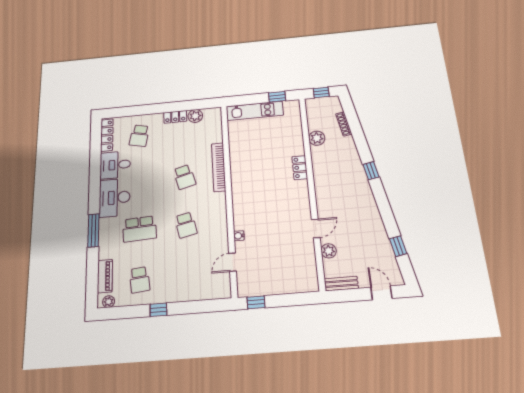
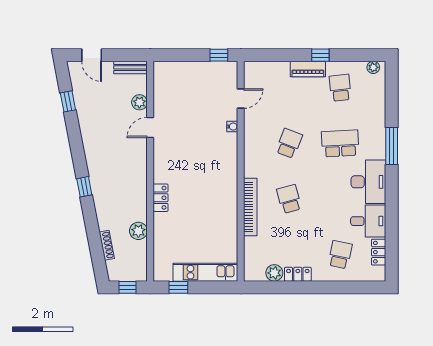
locker: (107, 135) -> (379, 252), width x0.66
school desk: (186, 225) -> (289, 143), turned 33
piano: (105, 276) -> (308, 69), moved, turned -90

